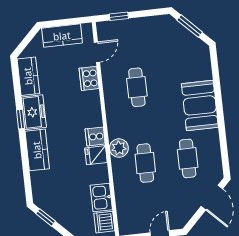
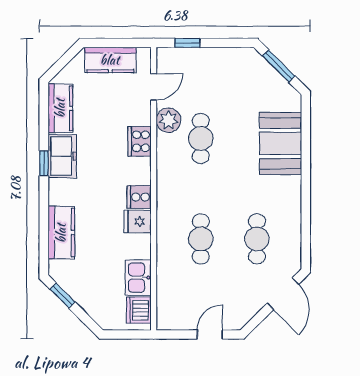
cooker: (89, 78) -> (140, 141), moved
booth: (200, 105) -> (281, 143), moved
plant: (119, 148) -> (168, 120), moved
kitchen counter: (37, 150) -> (61, 233), moved

